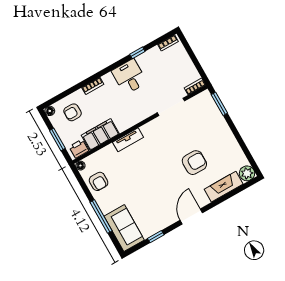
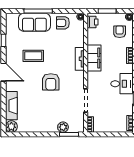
plant: (215, 115) -> (63, 127), added
filing cabinet: (100, 134) -> (94, 58), moved
armchair: (194, 163) -> (51, 82), moved
coffee table: (154, 194) -> (33, 56), added
sofa: (124, 228) -> (34, 22), moved

